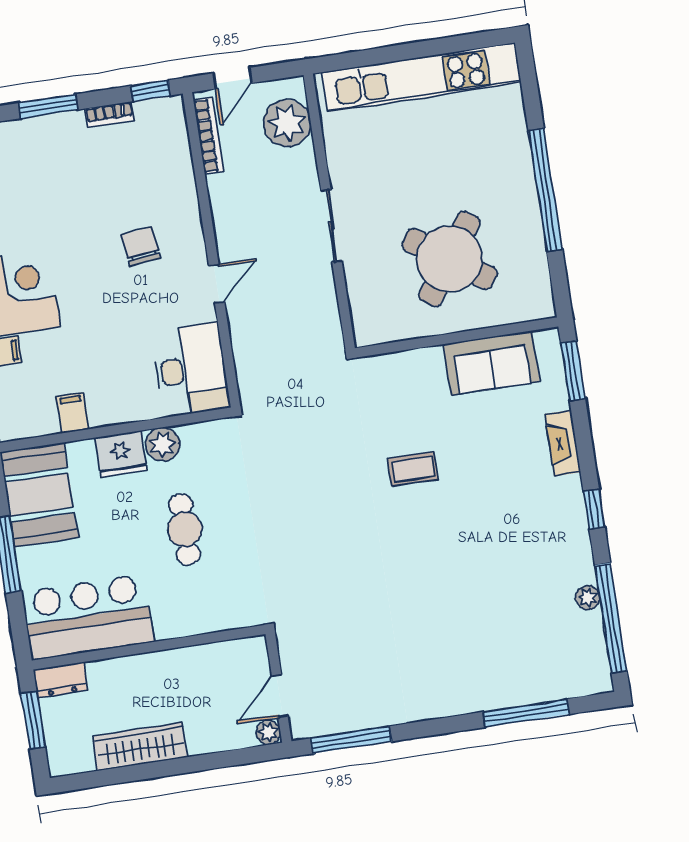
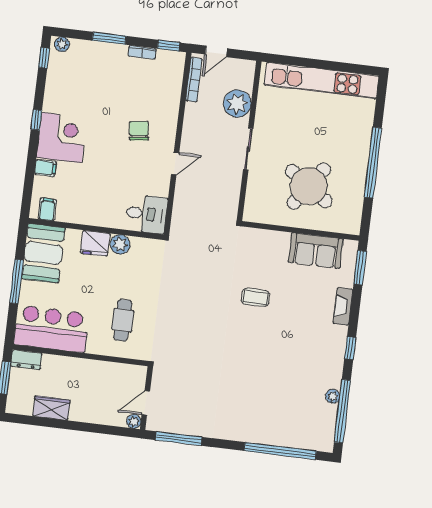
plant: (287, 123) -> (237, 104), moved
desk: (191, 370) -> (146, 214), width x0.73
filing cabinet: (73, 413) -> (47, 209), moved
cafe table: (185, 529) -> (123, 320), moved
window: (526, 713) -> (280, 451), width x1.46
wardrobe: (140, 747) -> (51, 408), width x0.67

